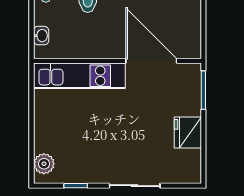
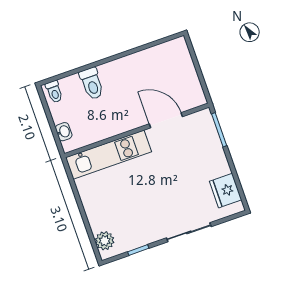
door: (151, 61) -> (166, 120), width x0.73
fridge: (188, 133) -> (226, 191), moved

